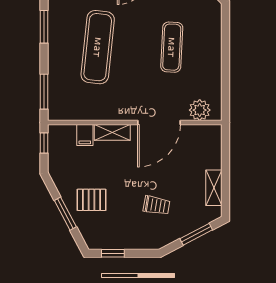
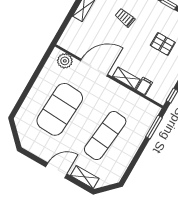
window: (44, 27) -> (131, 167), removed
exercise mat: (172, 47) -> (60, 109), width x2.00, depth x1.45

